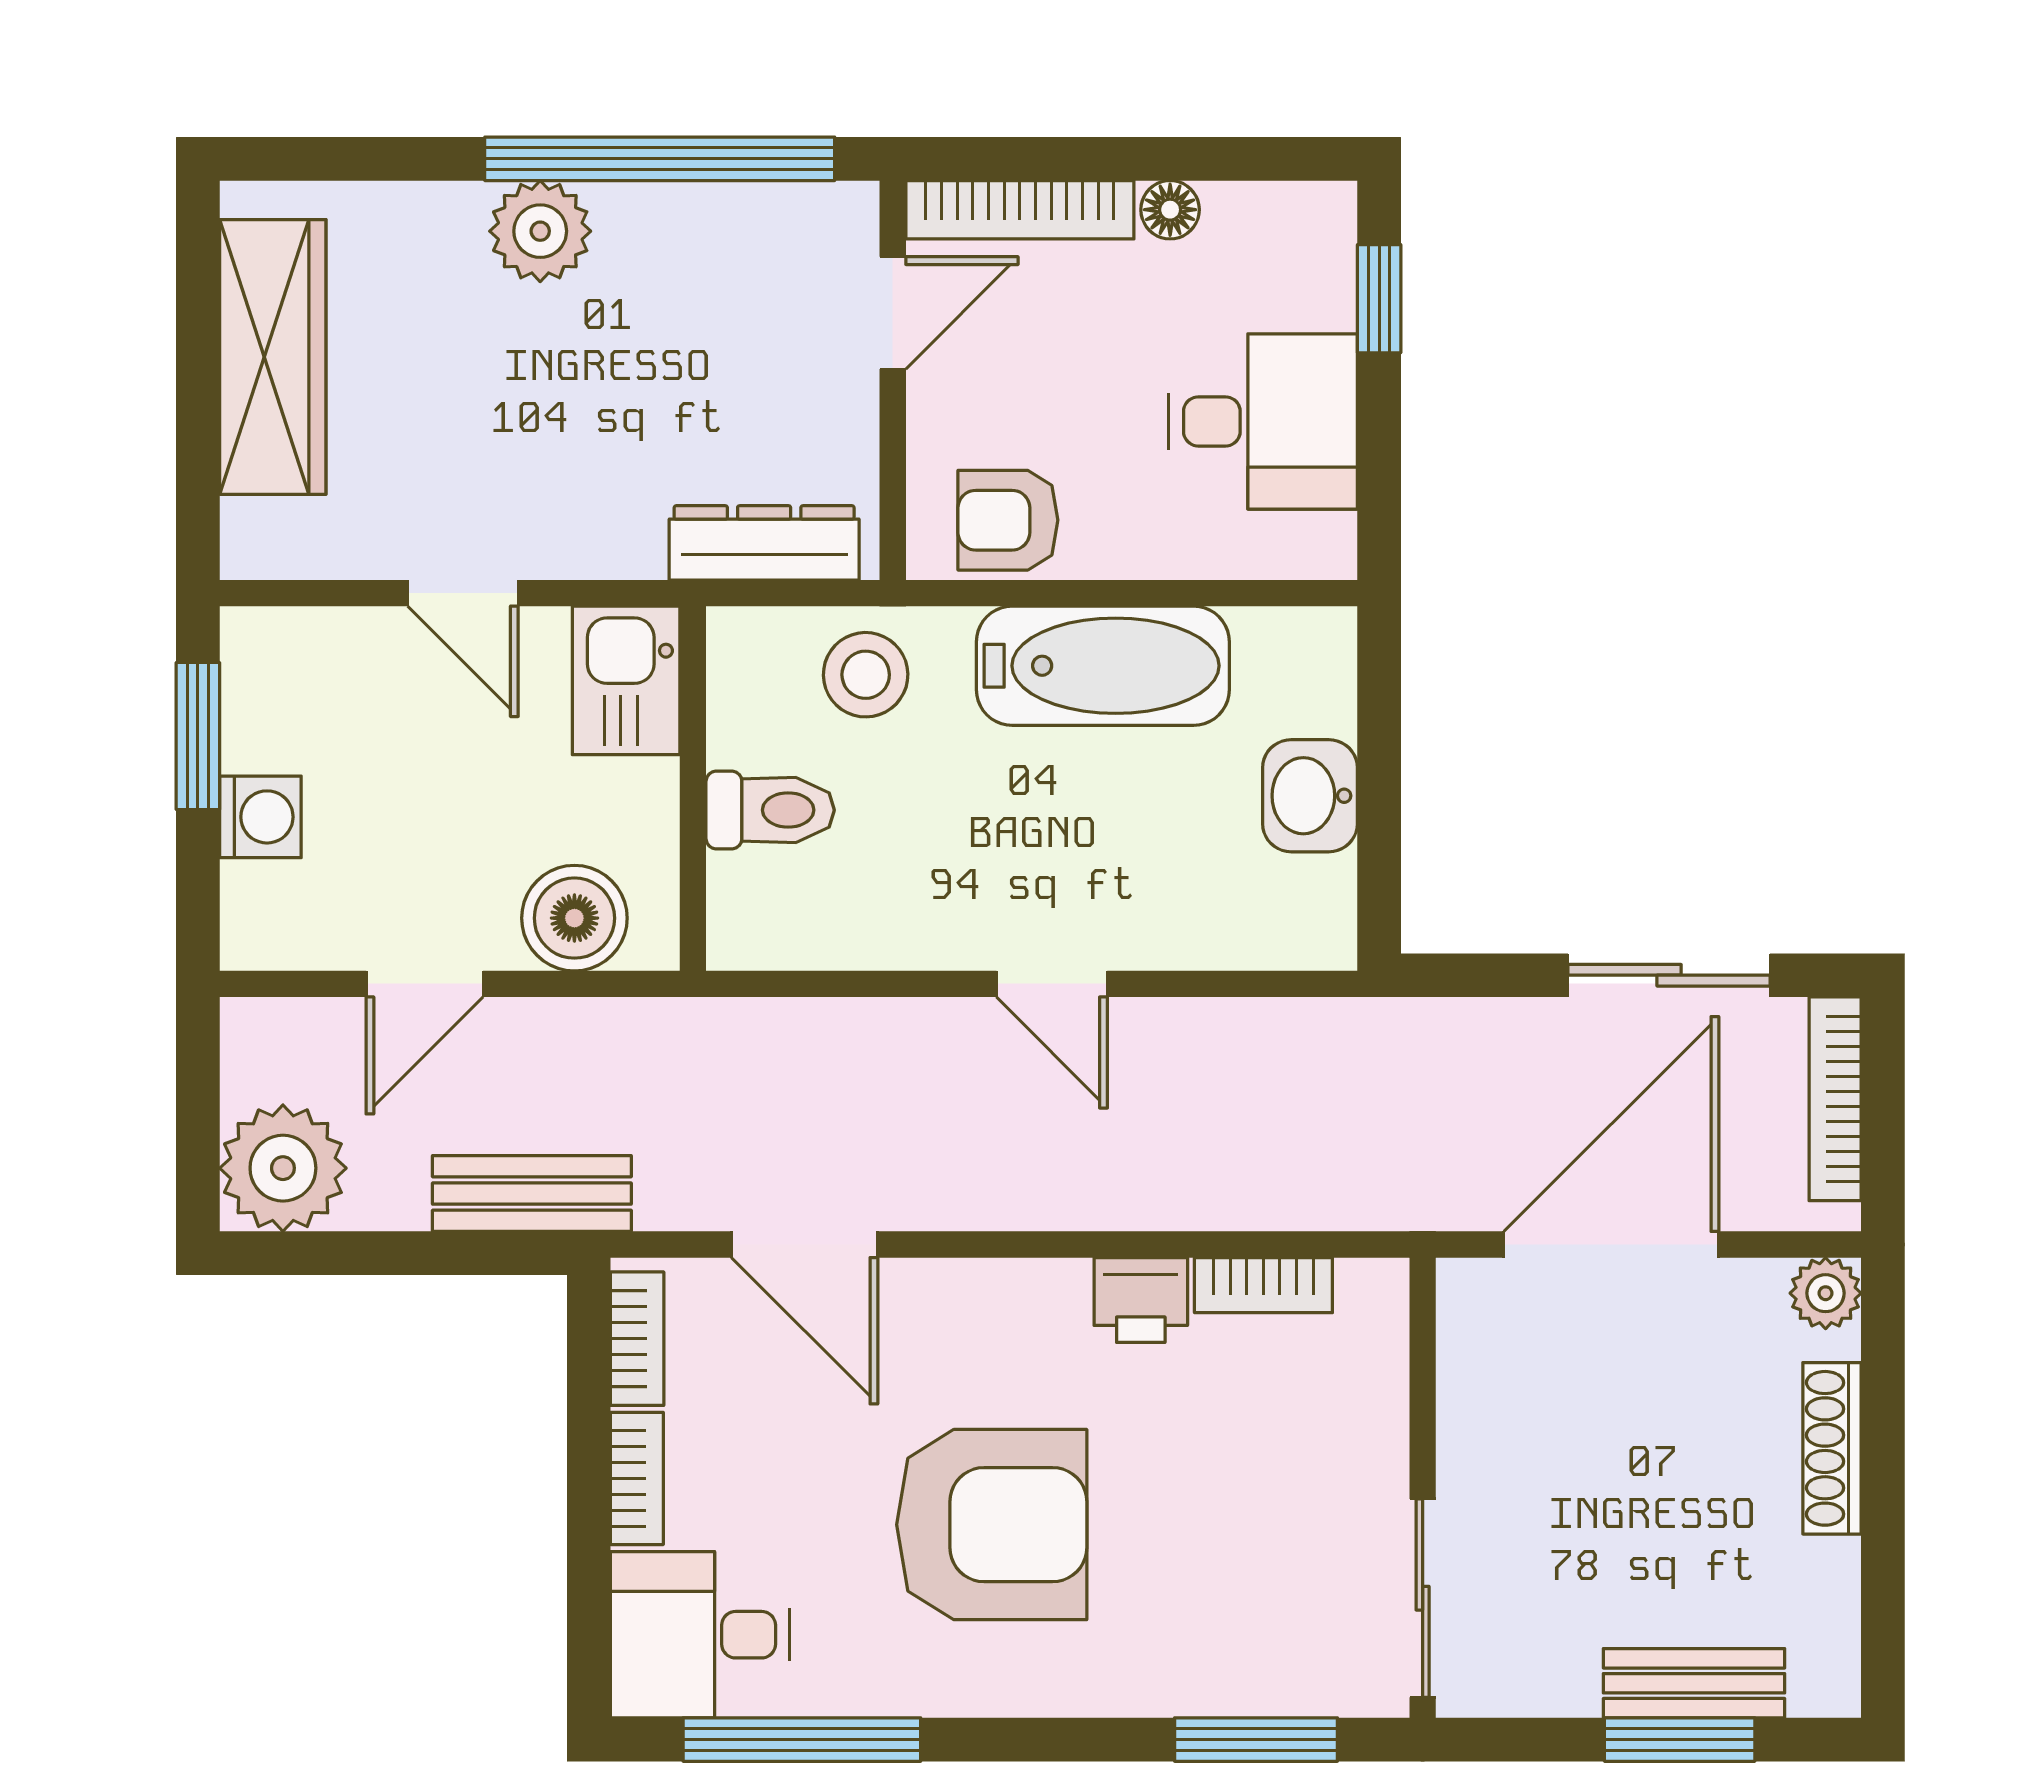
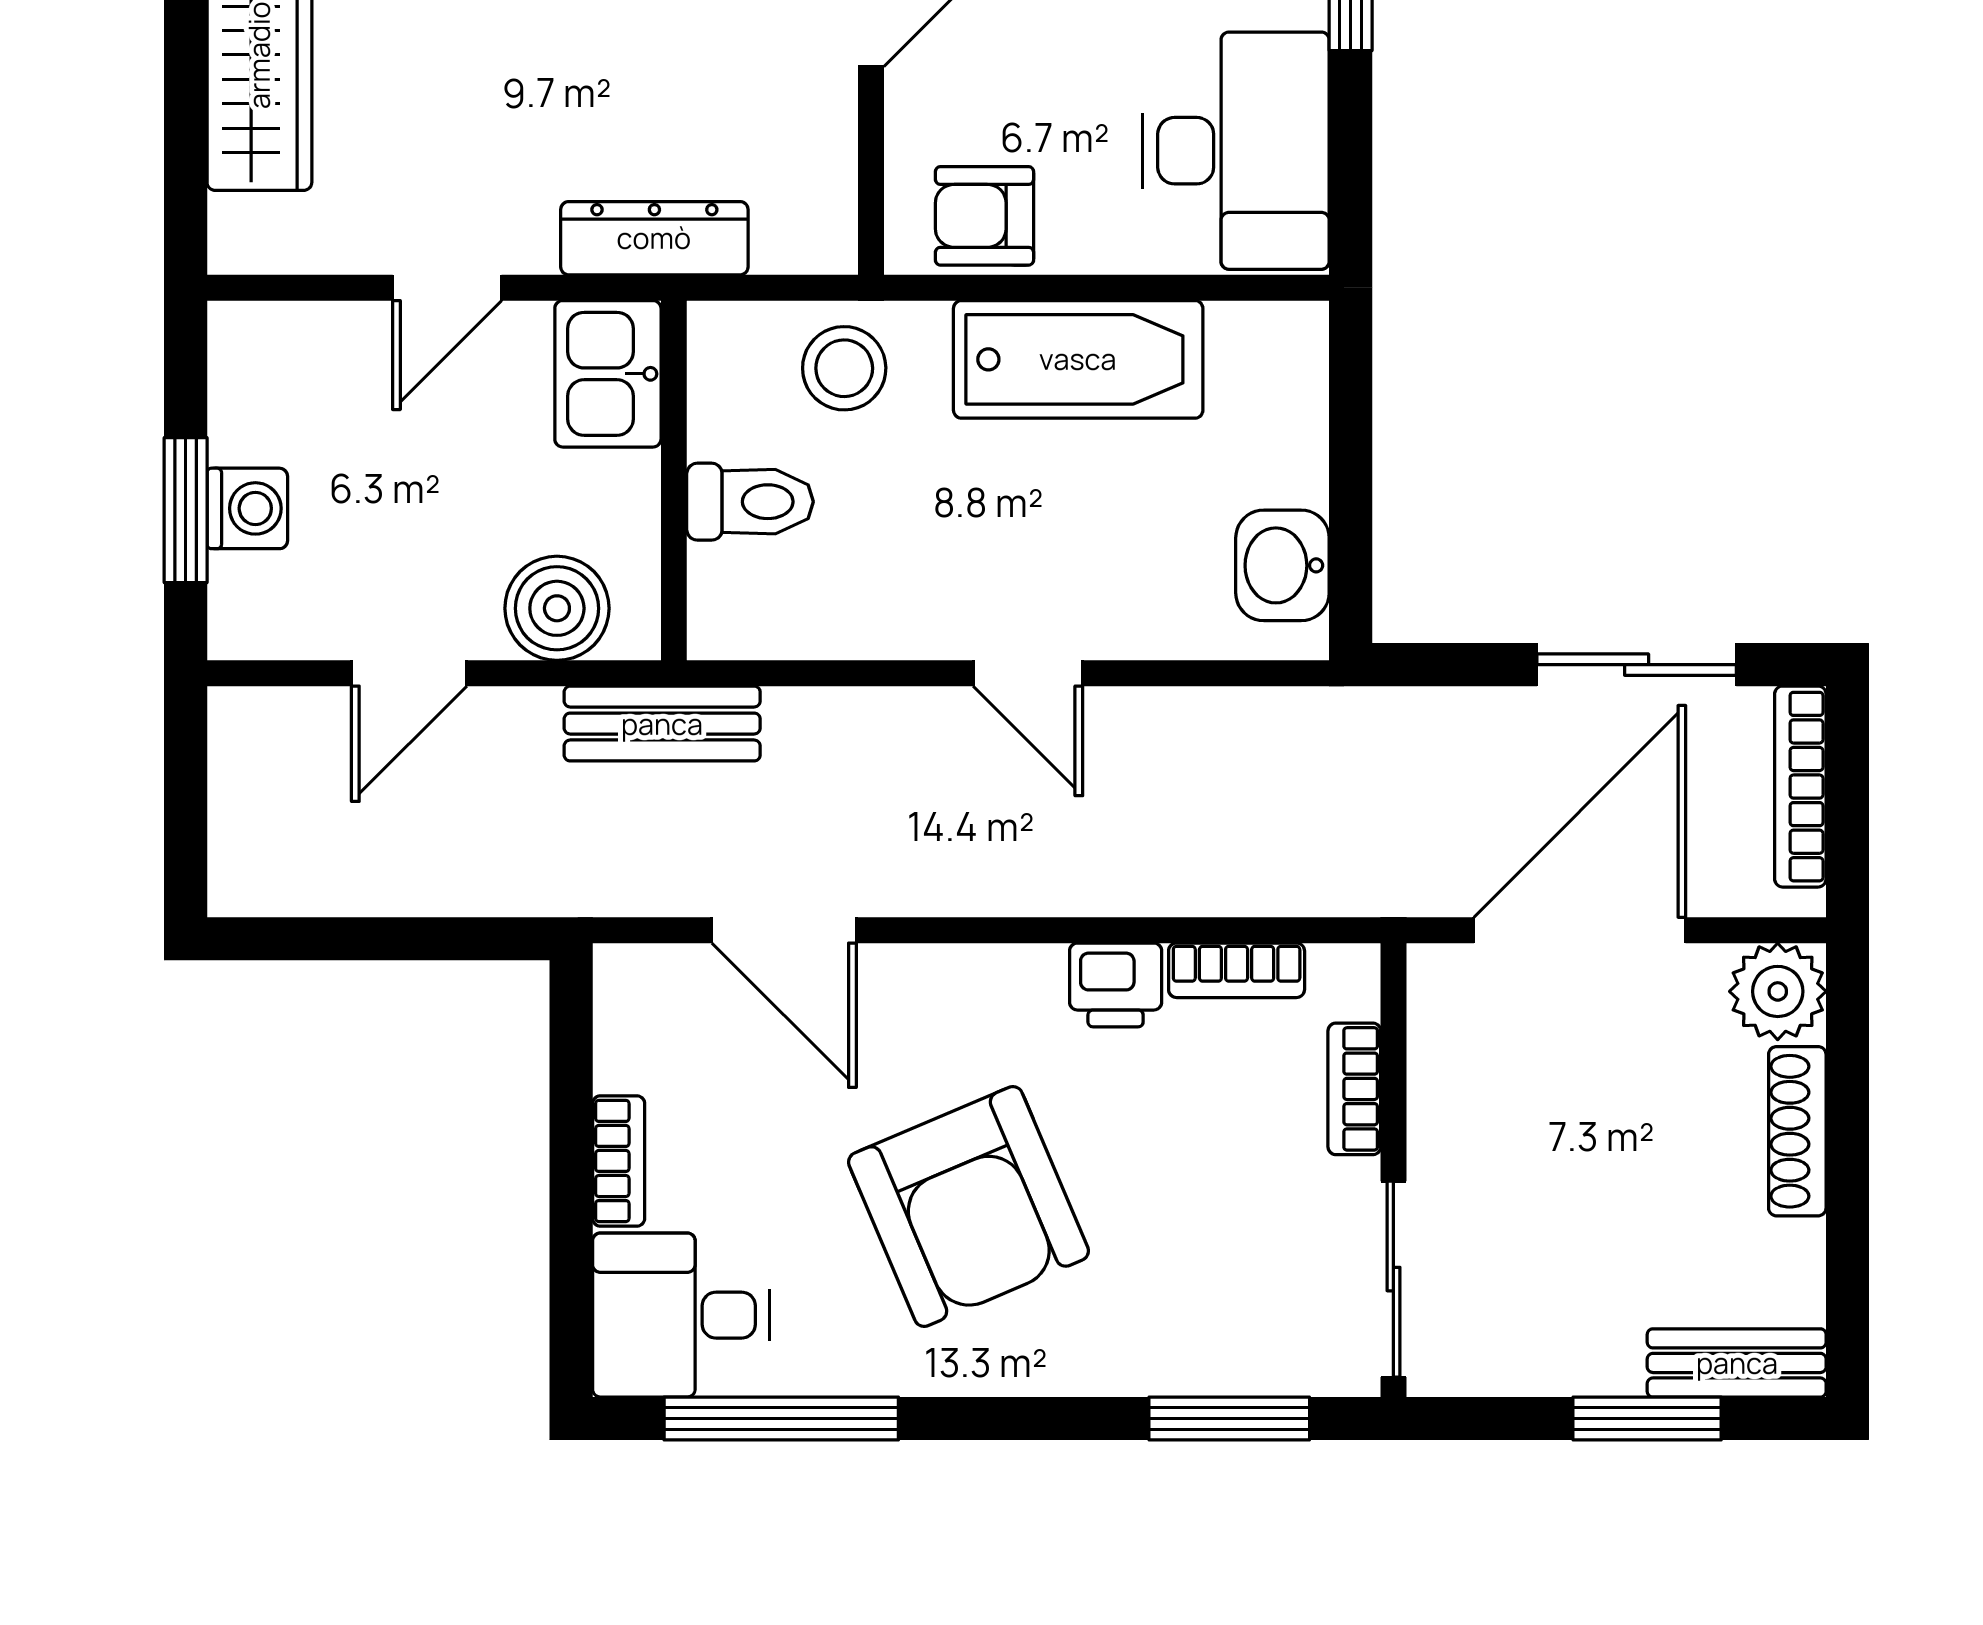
desk: (1263, 421) -> (1236, 151), width x1.37
dresser: (764, 543) -> (654, 238), moved
door: (463, 593) -> (447, 288), hinge flipped
window: (198, 736) -> (186, 510), moved
washbasin: (1310, 796) -> (1282, 565), moved
plant: (283, 1168) -> (269, 855), removed
bench: (532, 1194) -> (662, 724), moved
plant: (1826, 1293) -> (1778, 991), width x1.38, depth x1.38
bookcase: (637, 1339) -> (1354, 1089), moved, turned 180
armchair: (992, 1525) -> (969, 1206), turned 67
bench: (1694, 1683) -> (1737, 1363), moved

